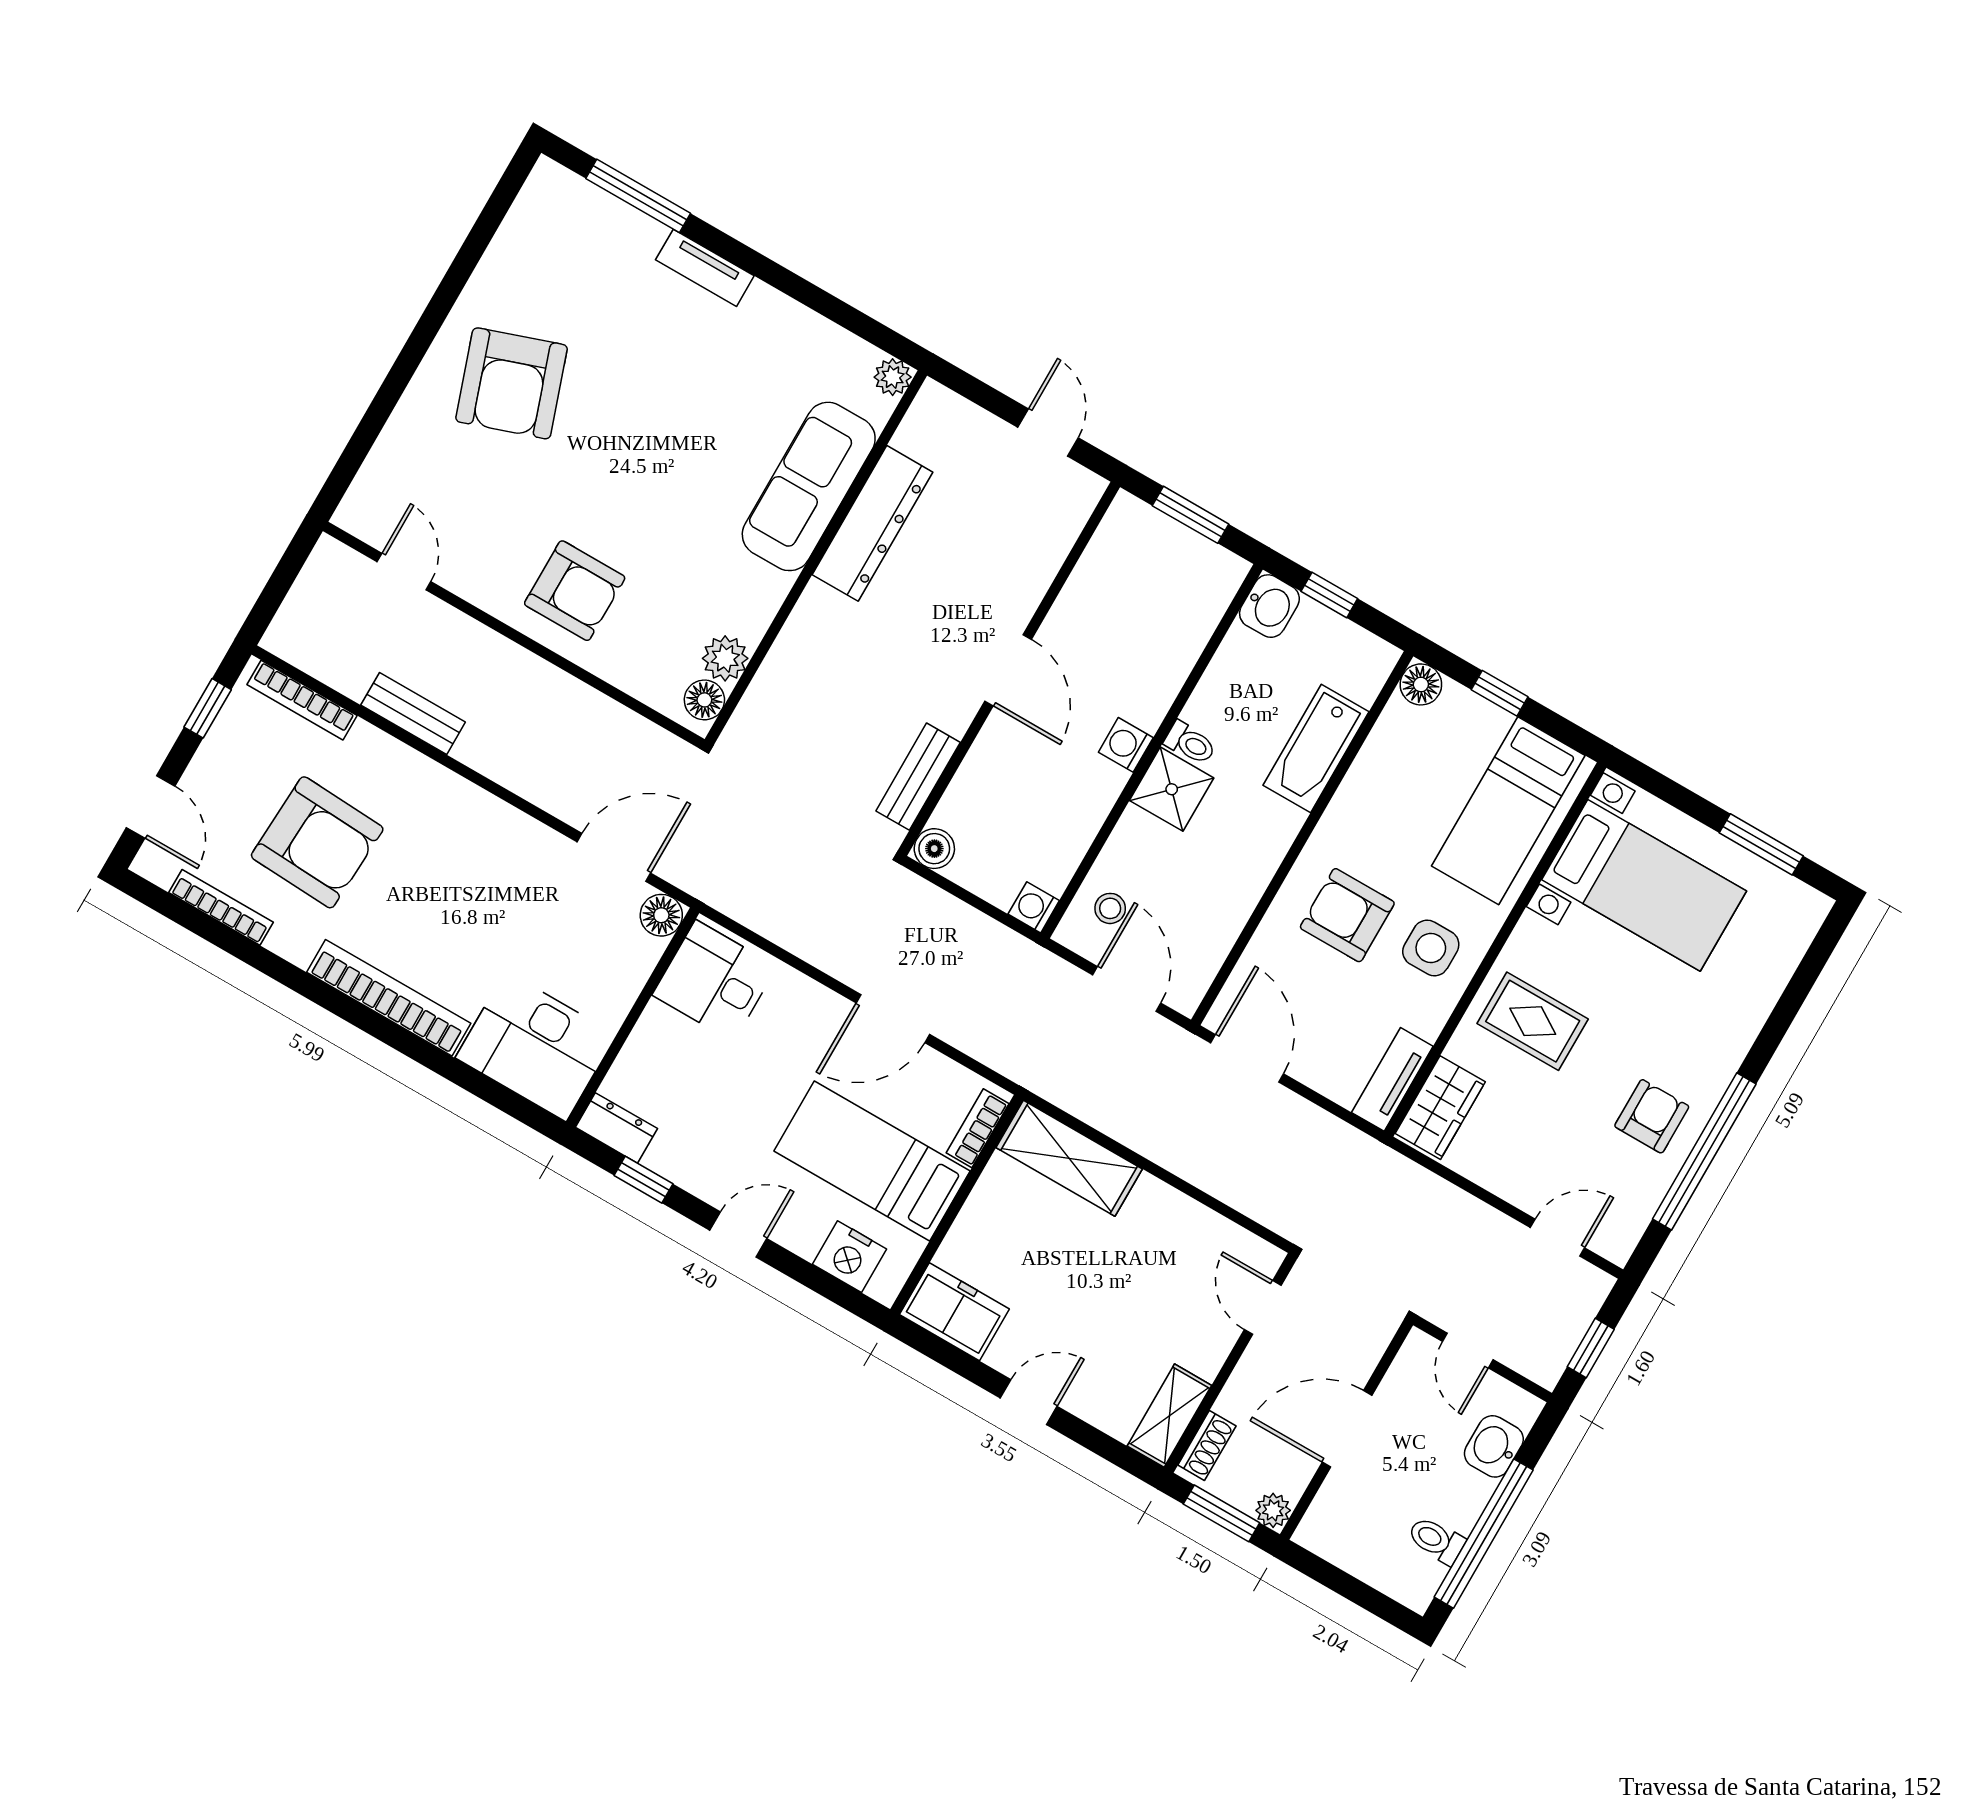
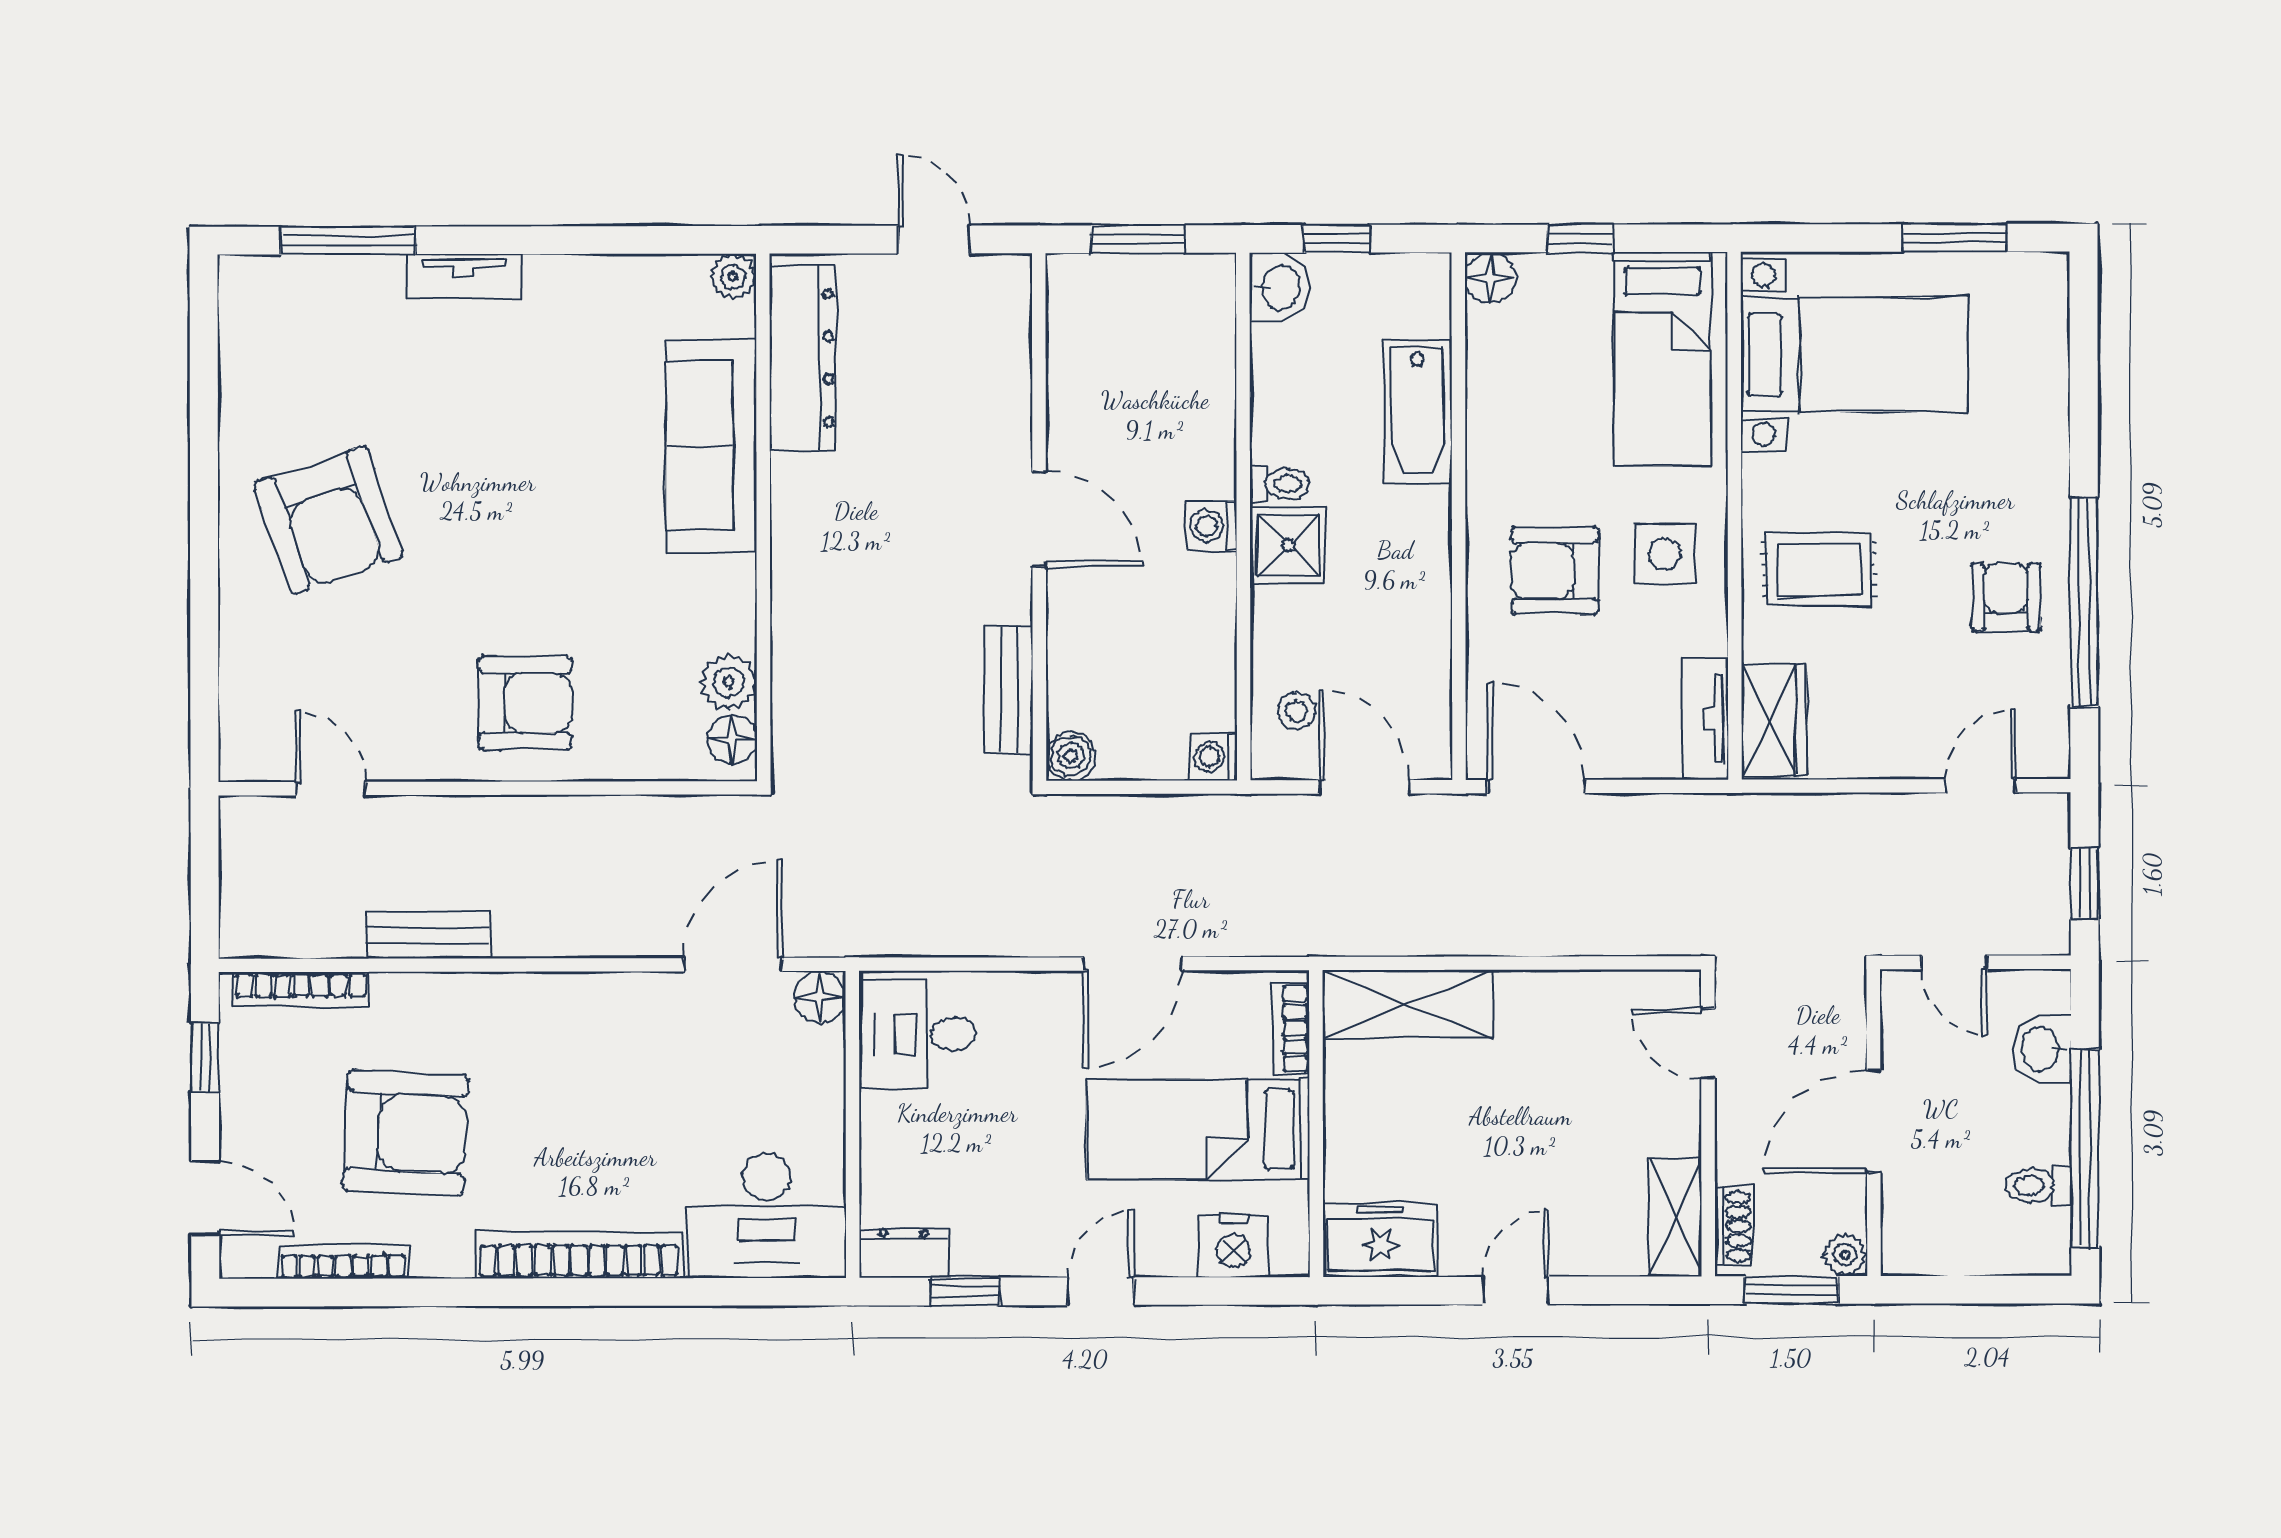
dresser: (872, 523) -> (802, 358), moved

